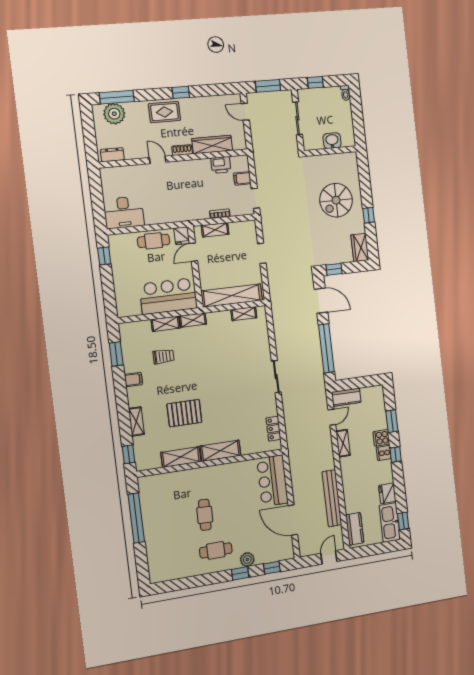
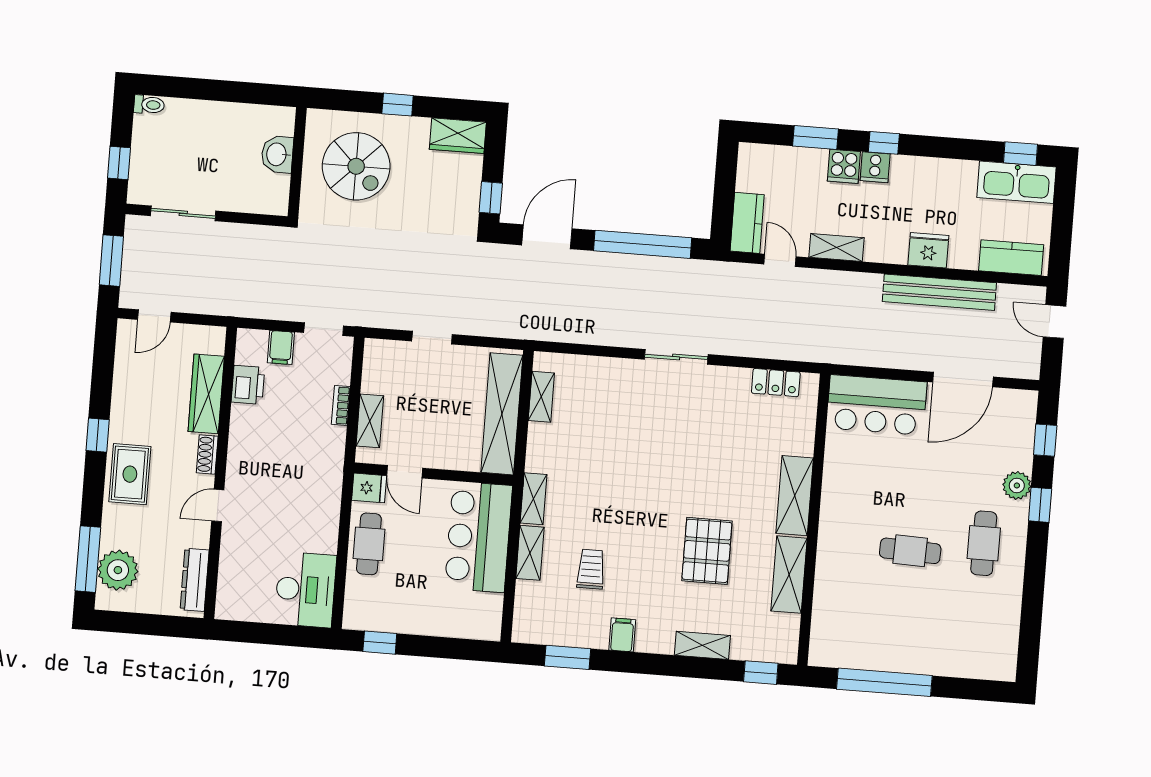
washbasin: (332, 141) -> (277, 154), moved
wall: (330, 151) -> (297, 162), moved
dresser: (112, 155) -> (195, 580), width x1.44
fridge: (387, 493) -> (928, 250), moved, turned 180

